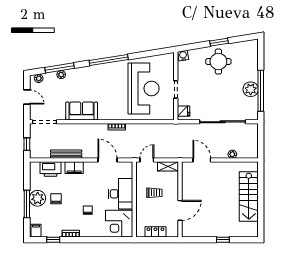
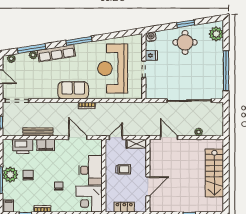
window: (109, 60) -> (79, 41), width x0.68
row of seats: (85, 73) -> (56, 53), added
reception desk: (144, 89) -> (113, 69), turned 180
plant: (251, 89) -> (216, 34), moved
sofa: (82, 111) -> (73, 90), moved
fridge: (184, 111) -> (151, 55), moved

